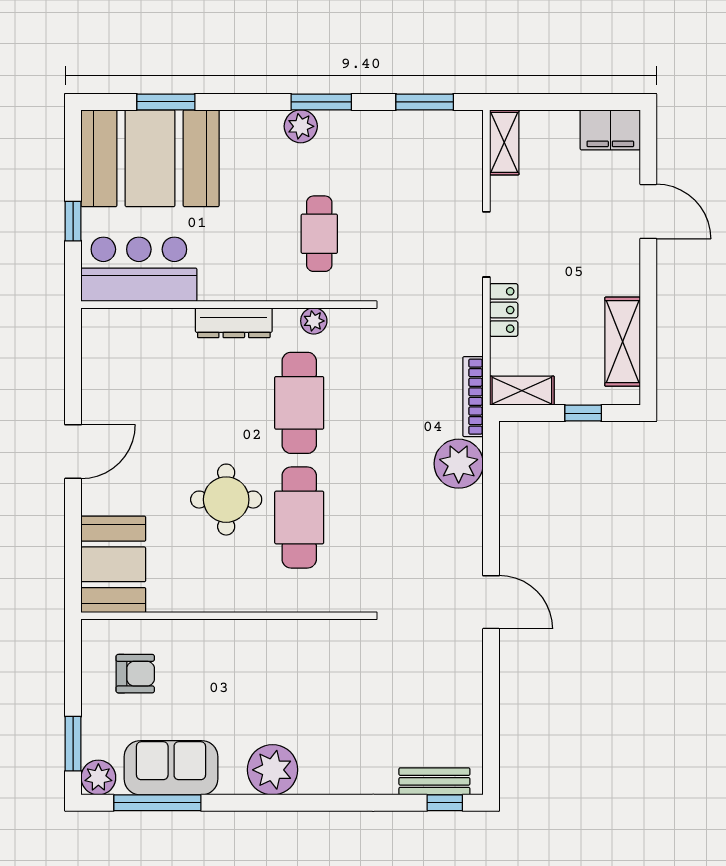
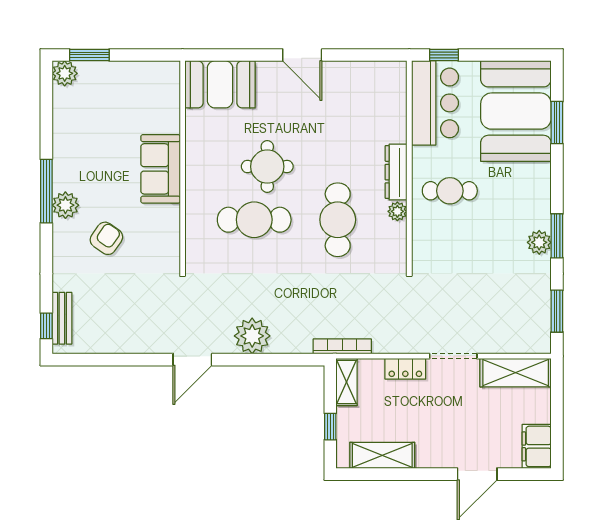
plant: (301, 126) -> (539, 242), moved
shelving: (504, 142) -> (516, 373), width x1.50, depth x1.33
window: (73, 221) -> (444, 55), moved
cafe table: (319, 234) -> (450, 191), moved
plant: (314, 321) -> (397, 211), moved
cafe table: (299, 403) -> (338, 220), turned 90
plant: (459, 464) -> (252, 336), moved
armchair: (135, 674) -> (106, 238), moved, turned -145
sofa: (171, 768) -> (161, 169), moved, turned 180
plant: (273, 770) -> (65, 205), width x0.73, depth x0.73
window: (157, 803) -> (46, 191), moved

